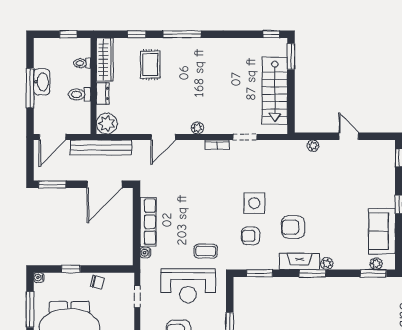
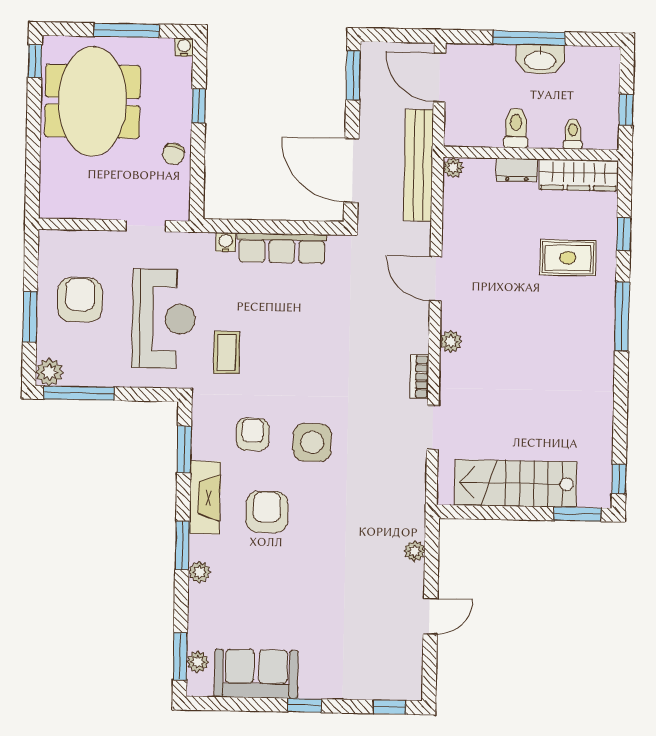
plant: (107, 124) -> (453, 168), width x0.53, depth x0.53
fireplace: (300, 261) -> (205, 498), moved
reception desk: (188, 286) -> (164, 319), turned 180

